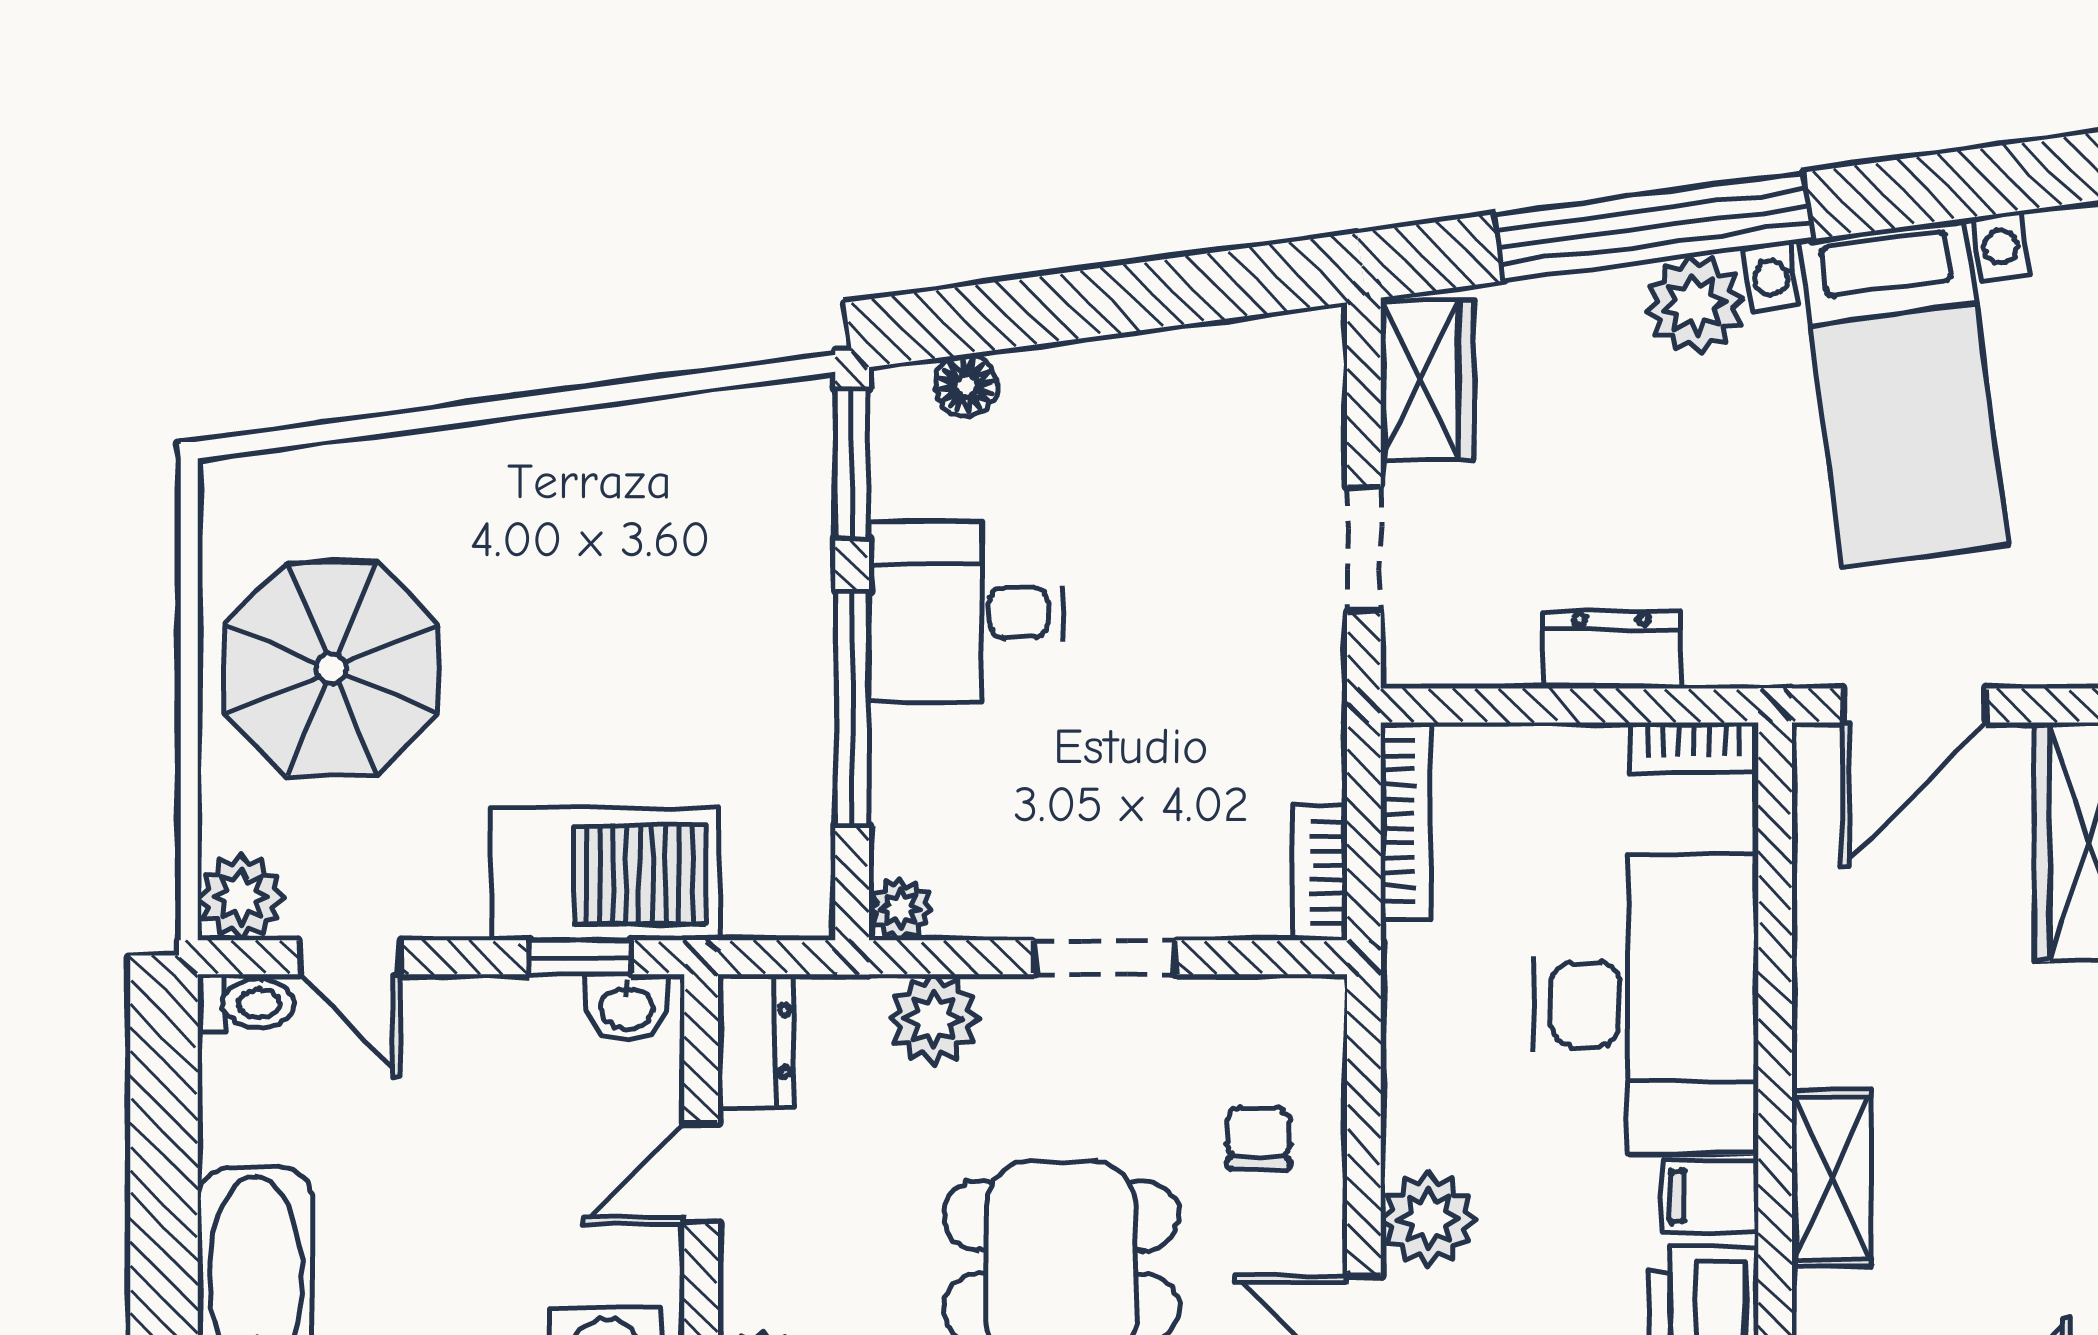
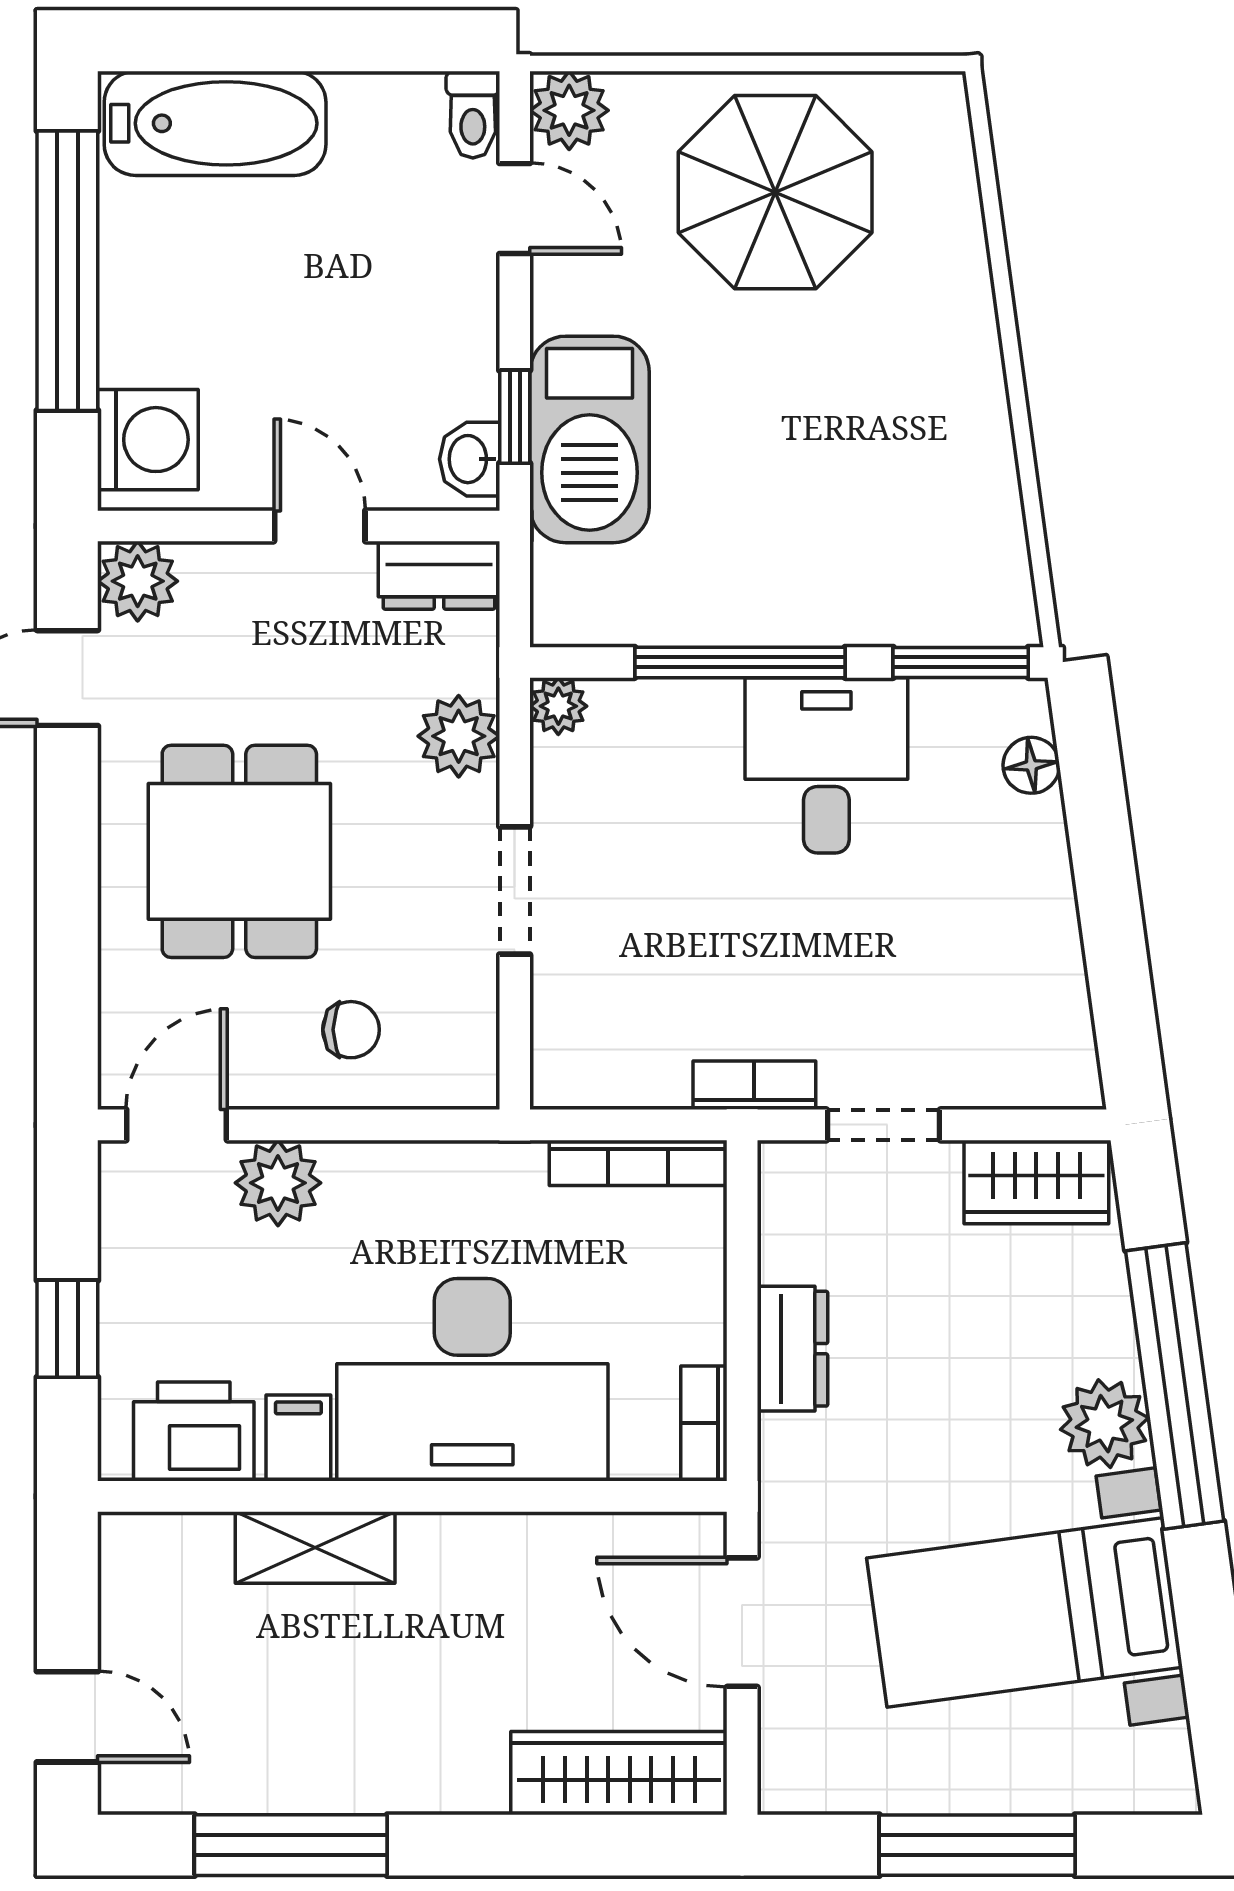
bookcase: (1320, 873) -> (754, 1085), moved
door: (350, 957) -> (515, 209), swing flipped

